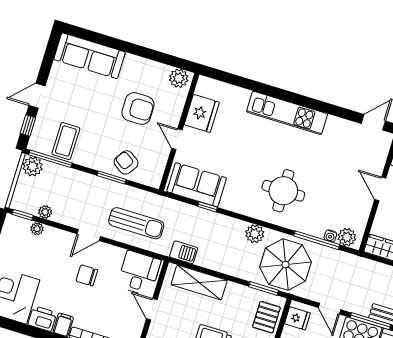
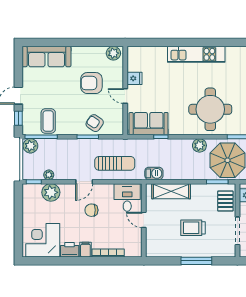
armchair: (138, 109) -> (91, 83), turned 180
fridge: (202, 113) -> (134, 78), width x0.53, depth x0.75
round table: (283, 191) -> (210, 109), width x1.36, depth x1.36
plant: (37, 229) -> (51, 192), width x1.87, depth x1.87

